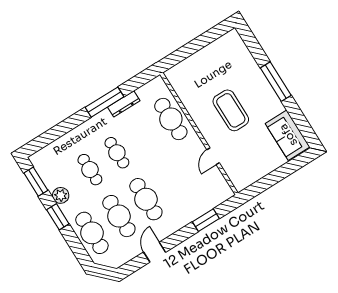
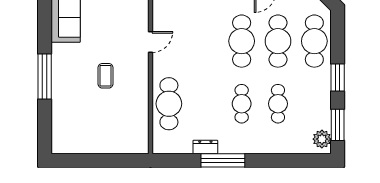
dresser: (124, 104) -> (205, 147), width x0.70
coffee table: (231, 110) -> (106, 76), width x0.54, depth x0.58
plant: (61, 195) -> (322, 139), moved

